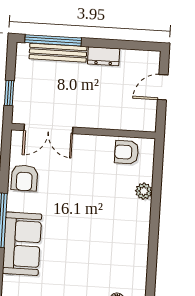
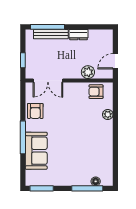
door: (163, 87) -> (115, 61), moved
plant: (115, 119) -> (88, 72), added

